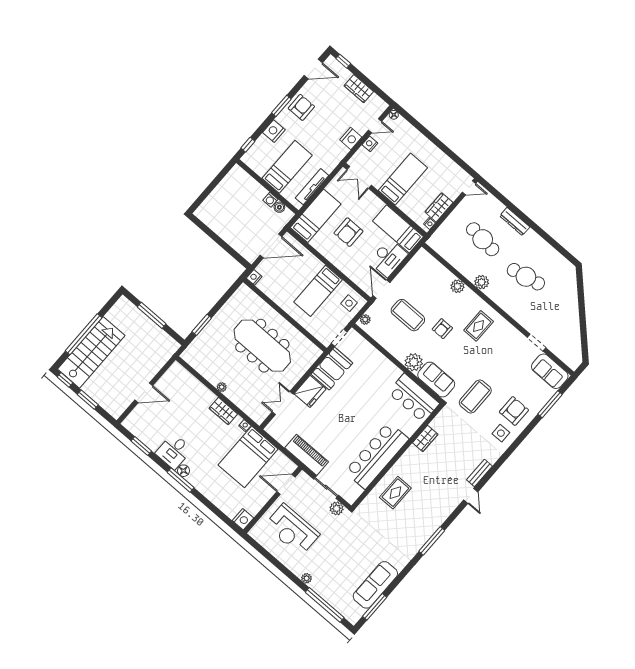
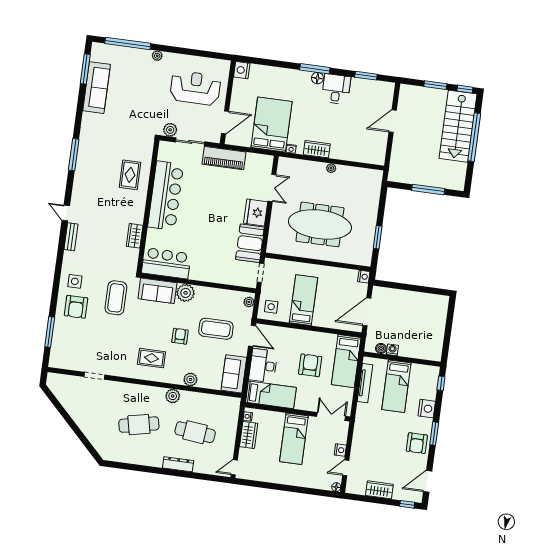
nightstand: (351, 139) -> (359, 444), removed
window: (202, 325) -> (378, 237), moved
rug: (479, 326) -> (151, 358), turned 90
sofa: (550, 371) -> (234, 374), moved, turned -90

